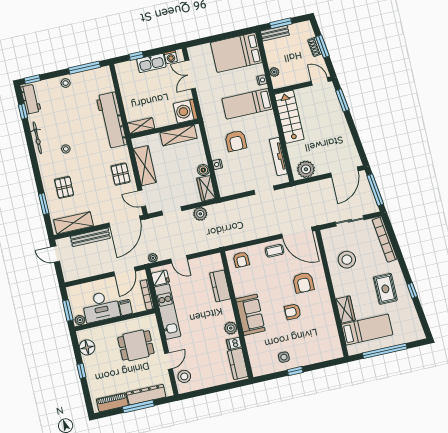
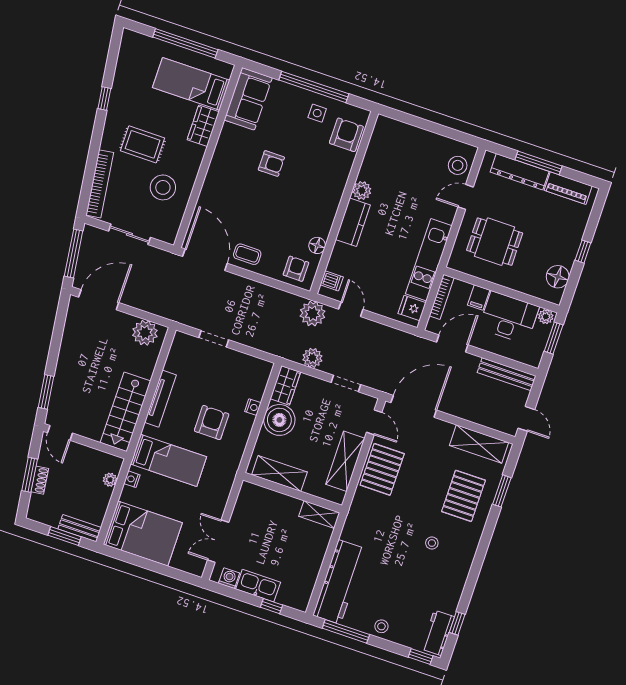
double door: (190, 75) -> (218, 541), swing flipped
washing machine: (185, 111) -> (252, 499), removed
workbench: (112, 120) -> (339, 582), moved
bicycle: (37, 138) -> (459, 579), removed
tv unit: (278, 157) -> (160, 399), moved
boiler: (203, 170) -> (279, 420), width x1.86, depth x1.86
pallet: (121, 174) -> (382, 469), width x1.50, depth x1.42
pallet: (64, 187) -> (463, 496), width x1.50, depth x1.42
bench: (90, 237) -> (507, 374), moved
plant: (153, 258) -> (313, 314), moved, width x1.87, depth x1.87
door: (179, 259) -> (351, 309), moved
floor lamp: (237, 281) -> (317, 245), added
armchair: (303, 283) -> (346, 135), moved
kitchen counter: (220, 286) -> (353, 222), moved
rug: (385, 289) -> (143, 144), moved, turned 90
sofa: (250, 315) -> (248, 99), moved, turned 180
dishwasher: (234, 343) -> (332, 281), moved
kitchen counter: (238, 364) -> (381, 140), removed
window: (295, 371) -> (314, 87), width x3.17

